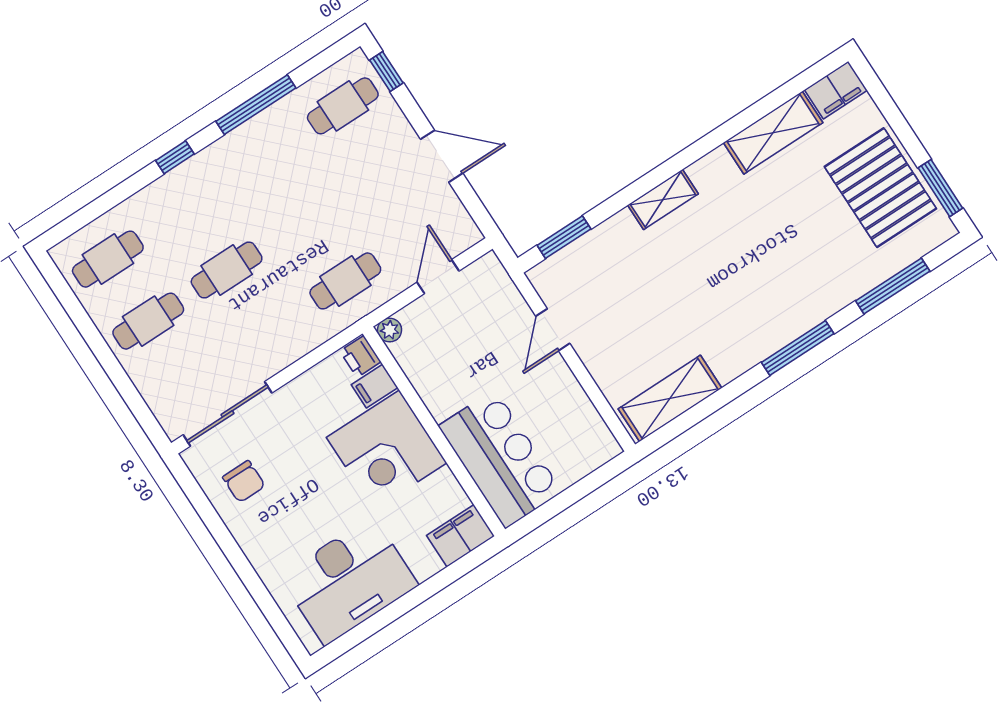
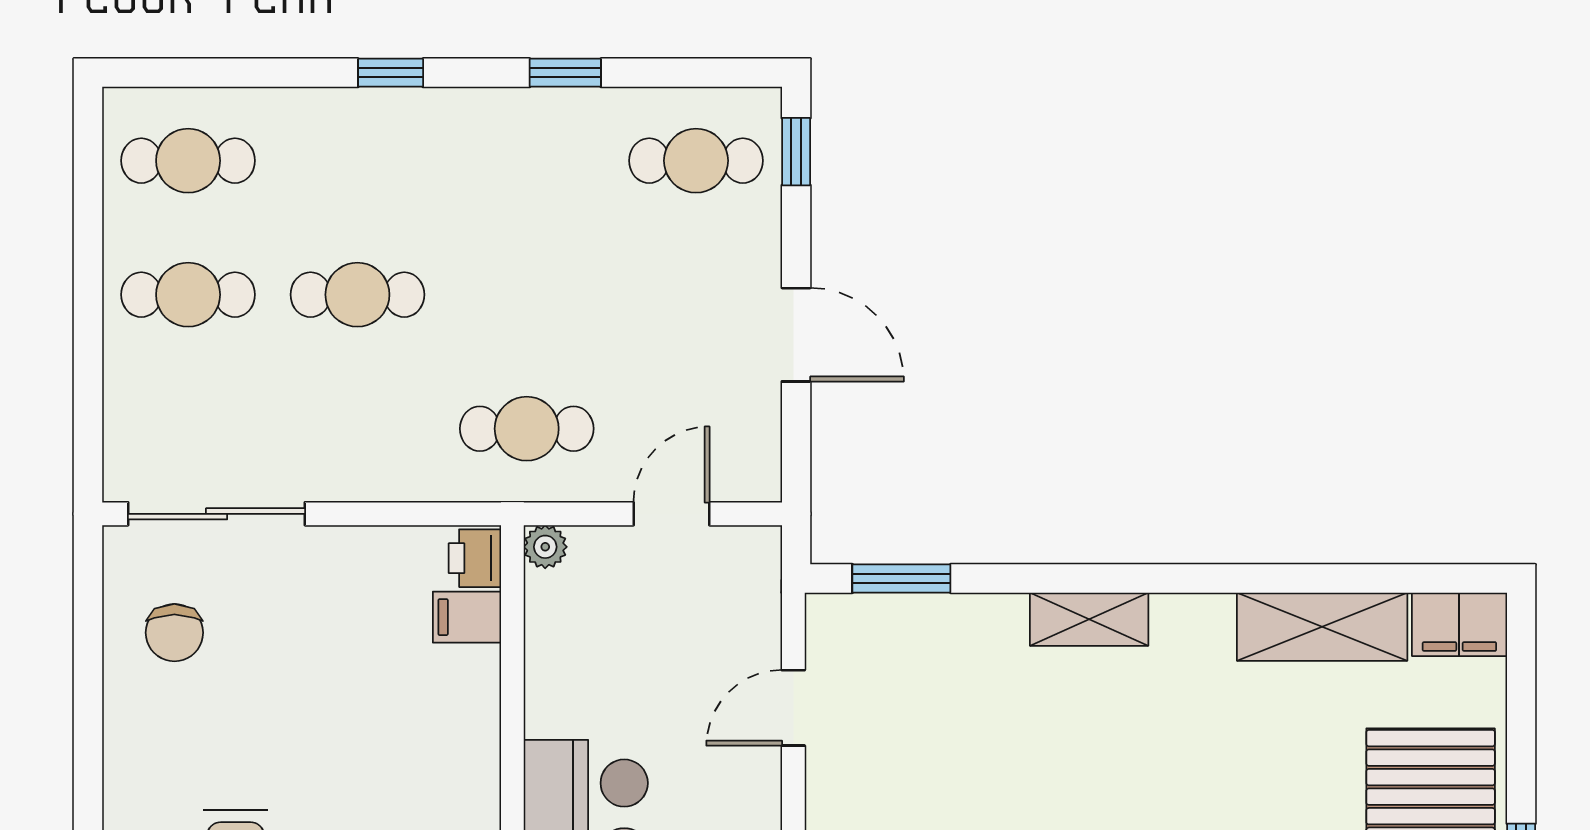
window: (256, 105) -> (565, 73), width x0.46
corner desk: (387, 450) -> (422, 726), removed

